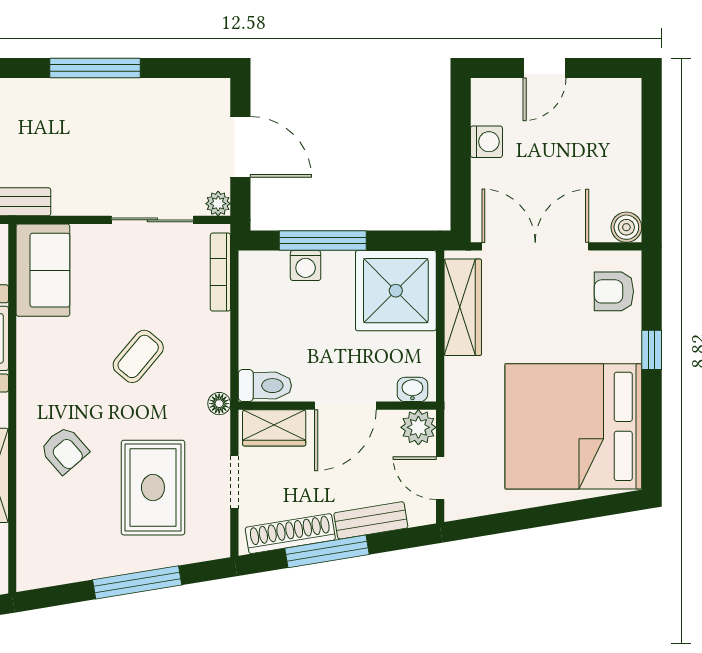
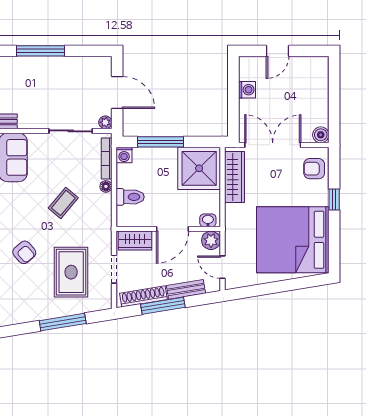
washing machine: (306, 265) -> (124, 155), moved
toilet: (265, 386) -> (130, 197), moved
floor lamp: (219, 404) -> (106, 186), moved

